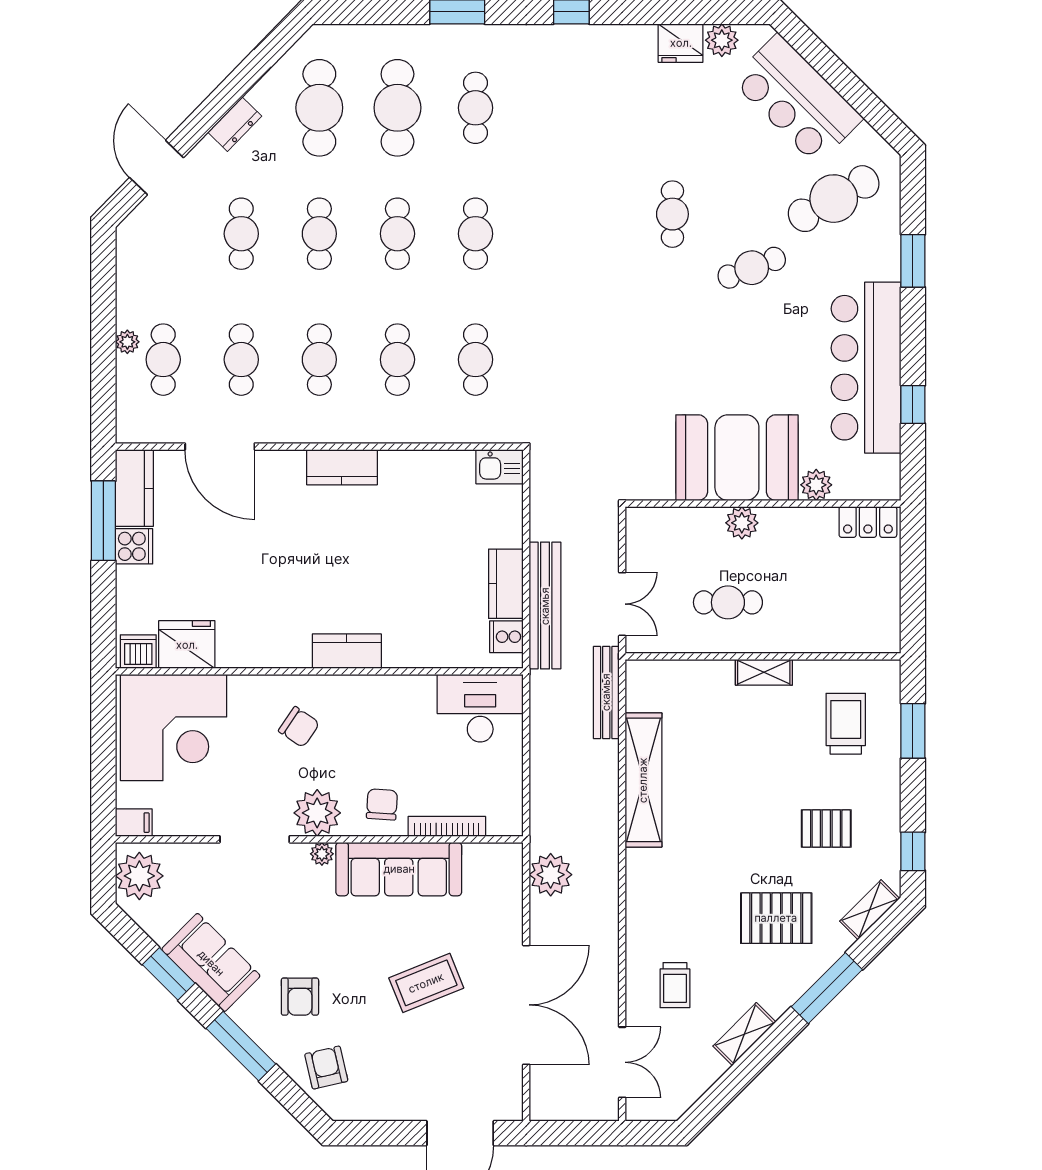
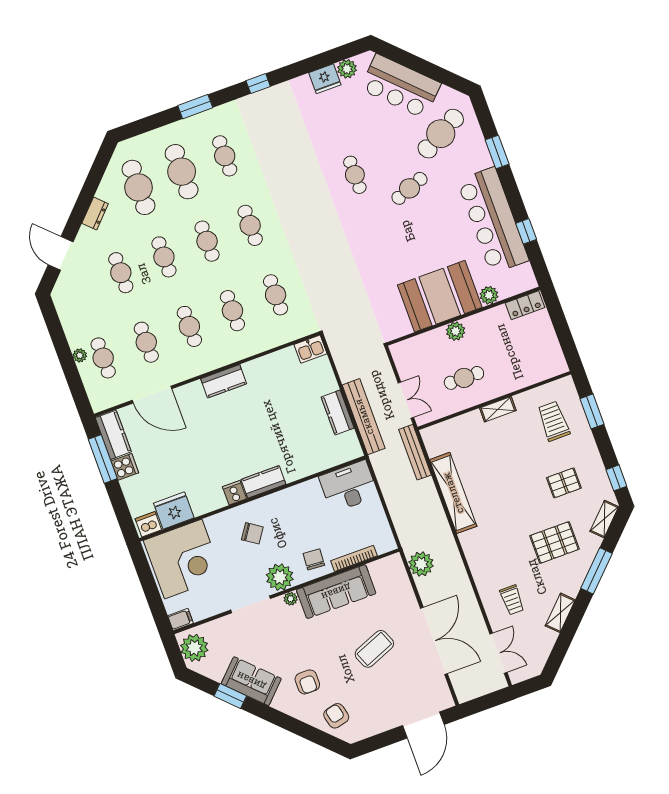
cooker: (506, 637) -> (234, 493), moved, turned 90
window: (241, 1046) -> (285, 721), removed

